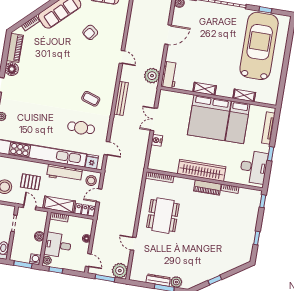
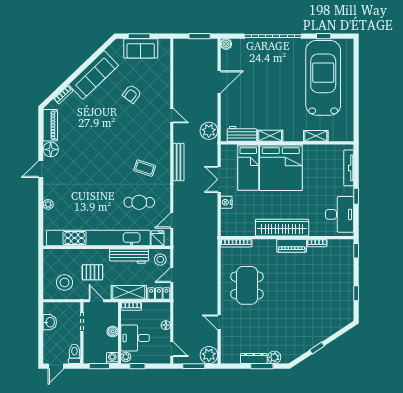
workbench: (169, 75) -> (242, 134), moved, turned -90
bed: (238, 122) -> (248, 167), moved
door: (107, 148) -> (172, 220), swing flipped

